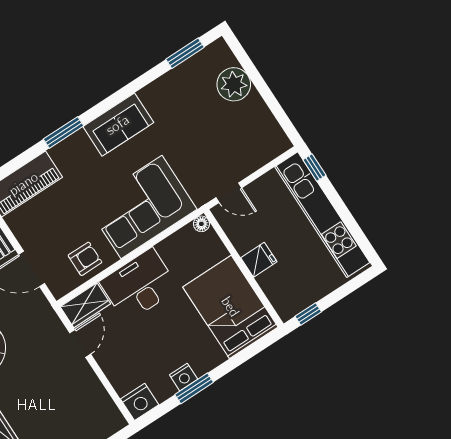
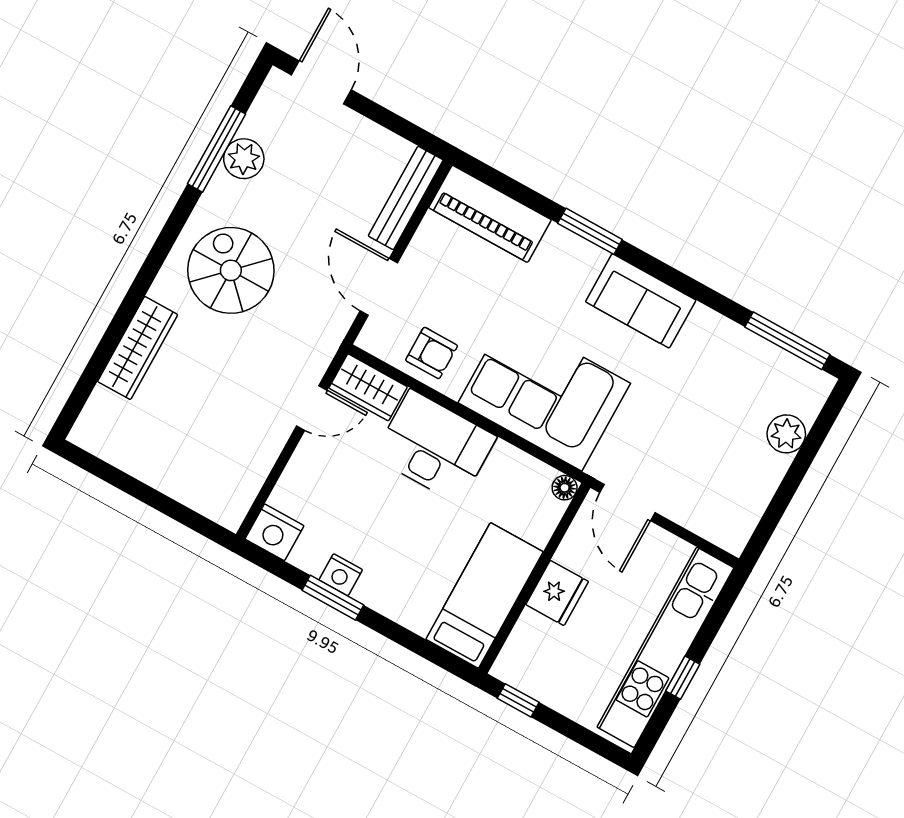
window: (185, 53) -> (787, 341), width x1.44
plant: (234, 84) -> (786, 434), width x0.73, depth x0.73
window: (314, 167) -> (683, 678), moved
door: (229, 193) -> (627, 503), width x1.38
fridge: (259, 260) -> (557, 593), width x1.38
bed: (230, 307) -> (485, 595), width x0.67

